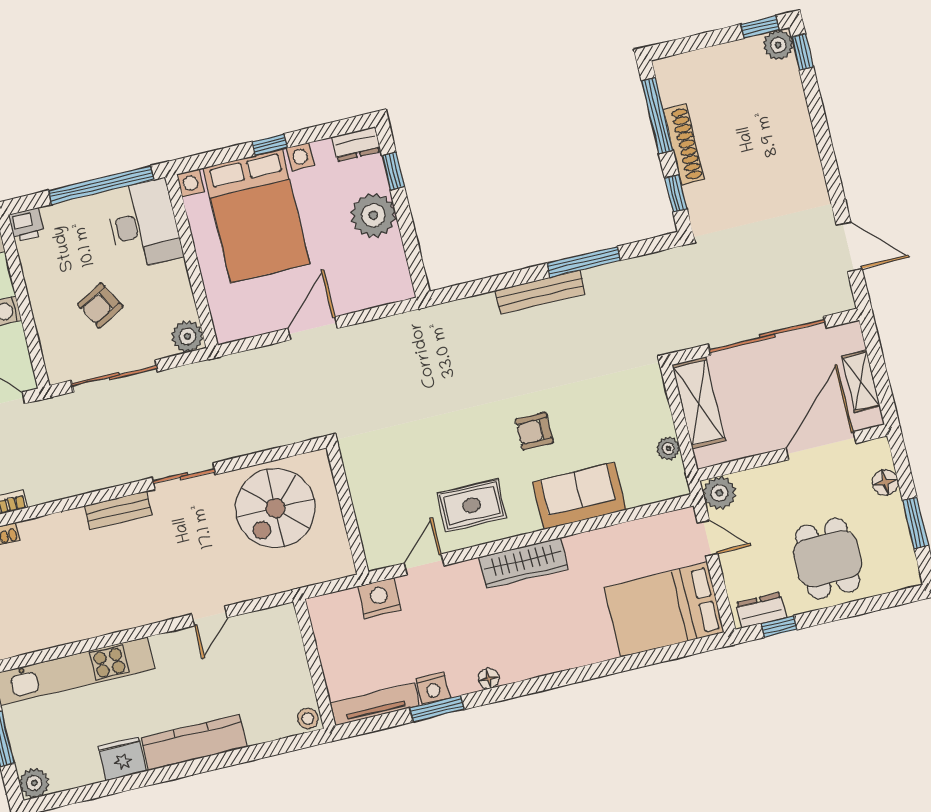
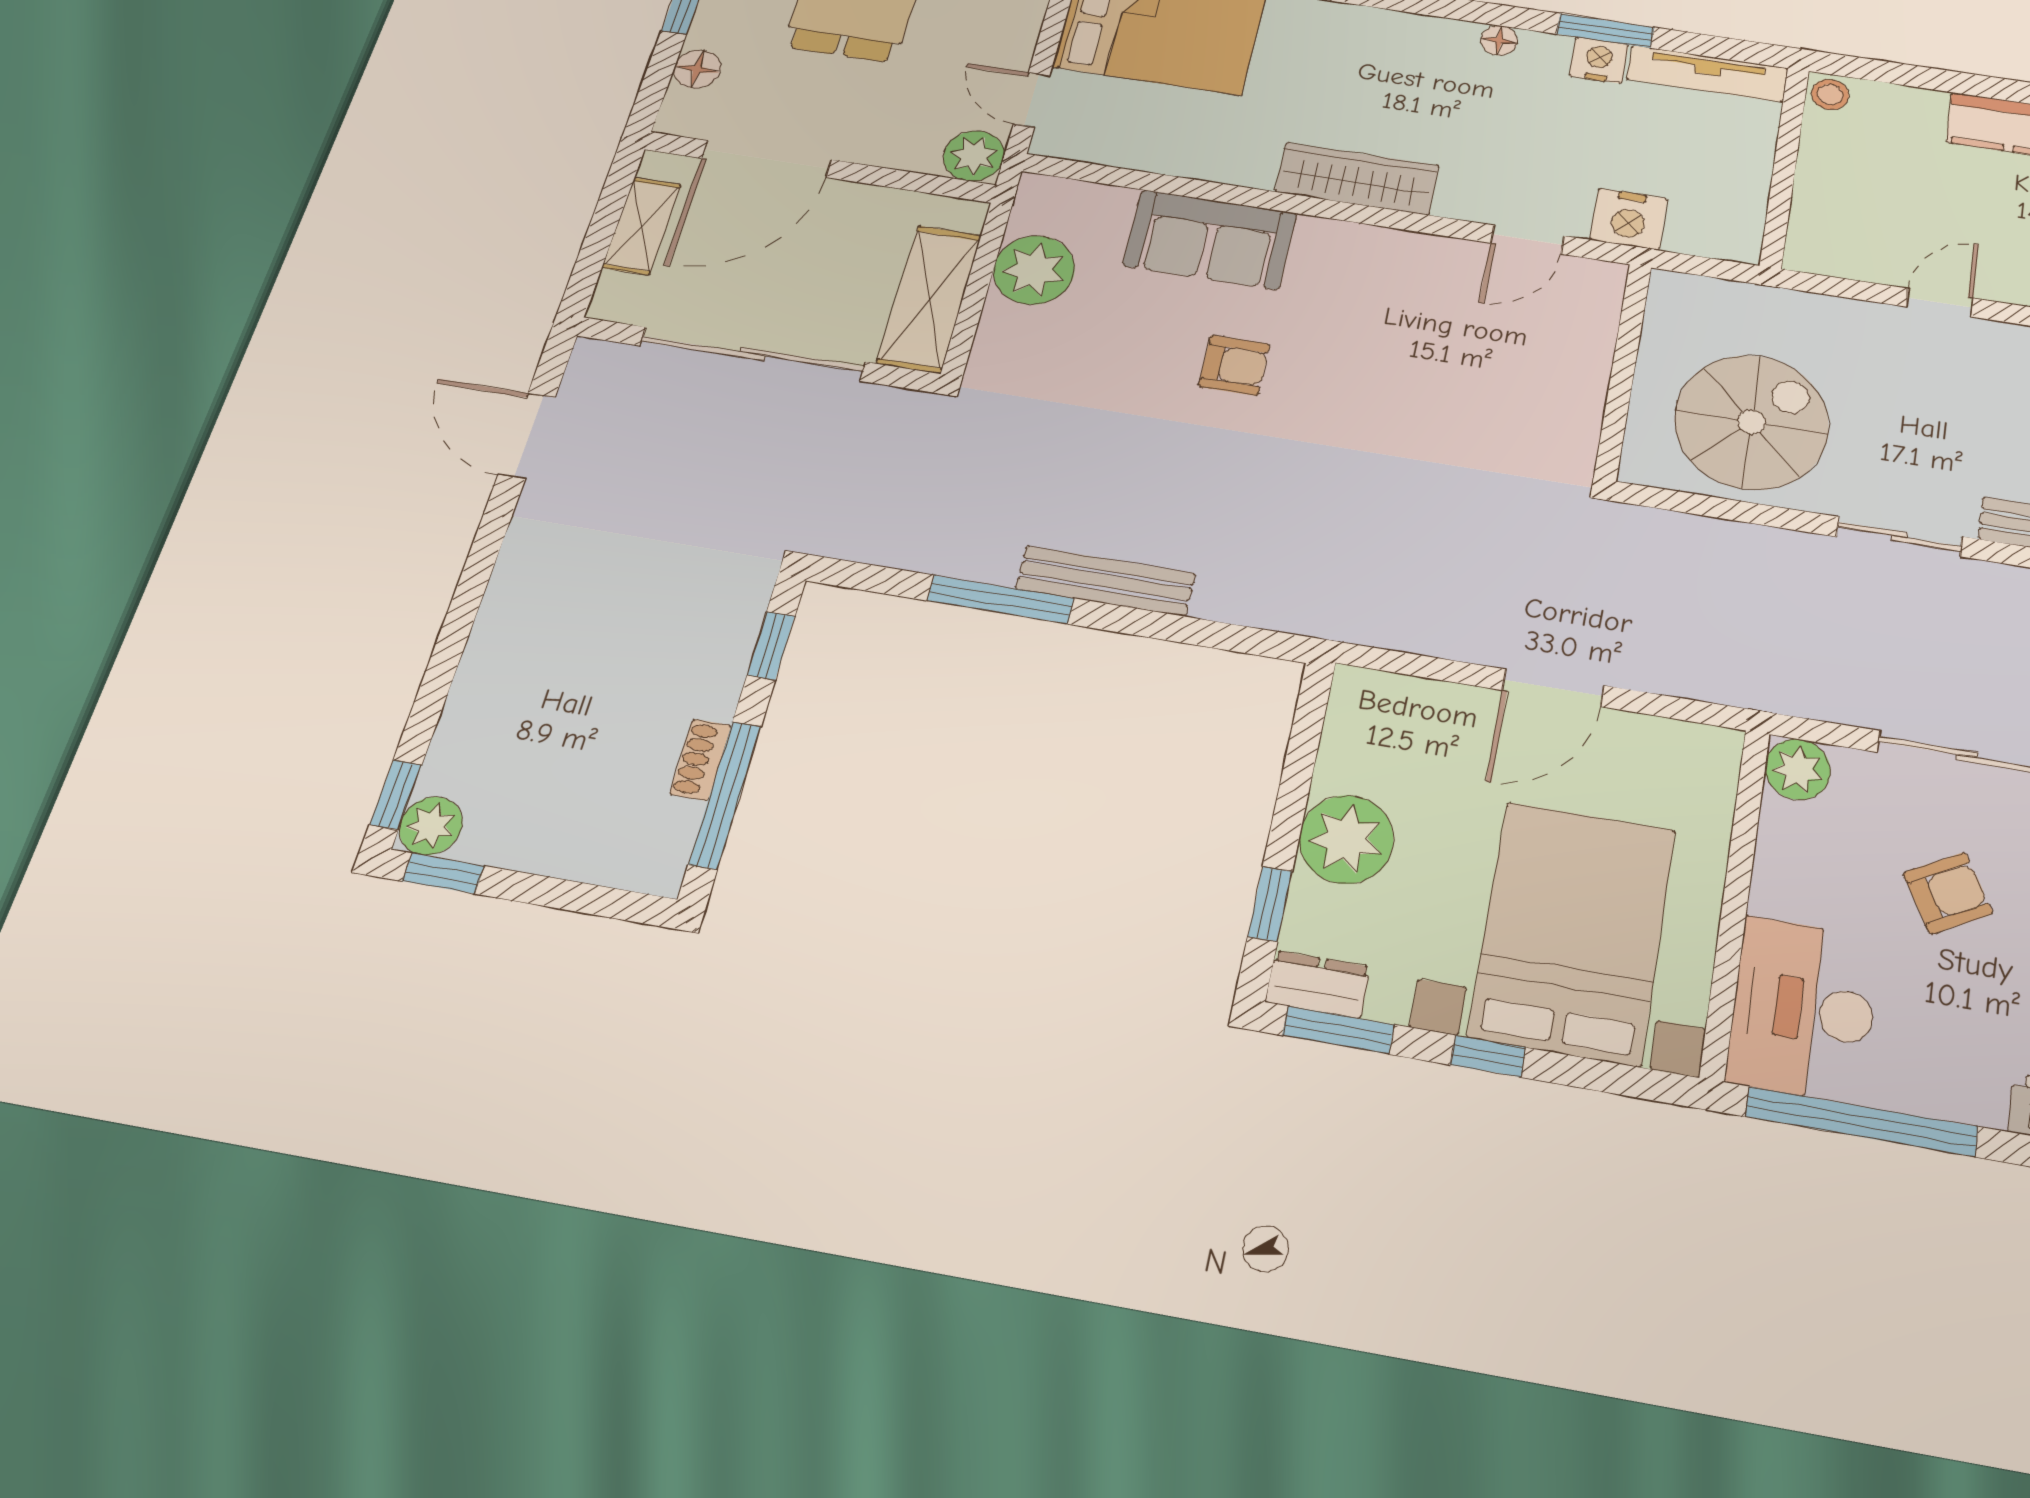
window: (338, 128) -> (1338, 1030), added
shoe rack: (684, 145) -> (701, 760), width x0.51, depth x0.81
plant: (668, 449) -> (1034, 270), width x1.88, depth x1.88
rug: (472, 505) -> (1402, 295), removed

